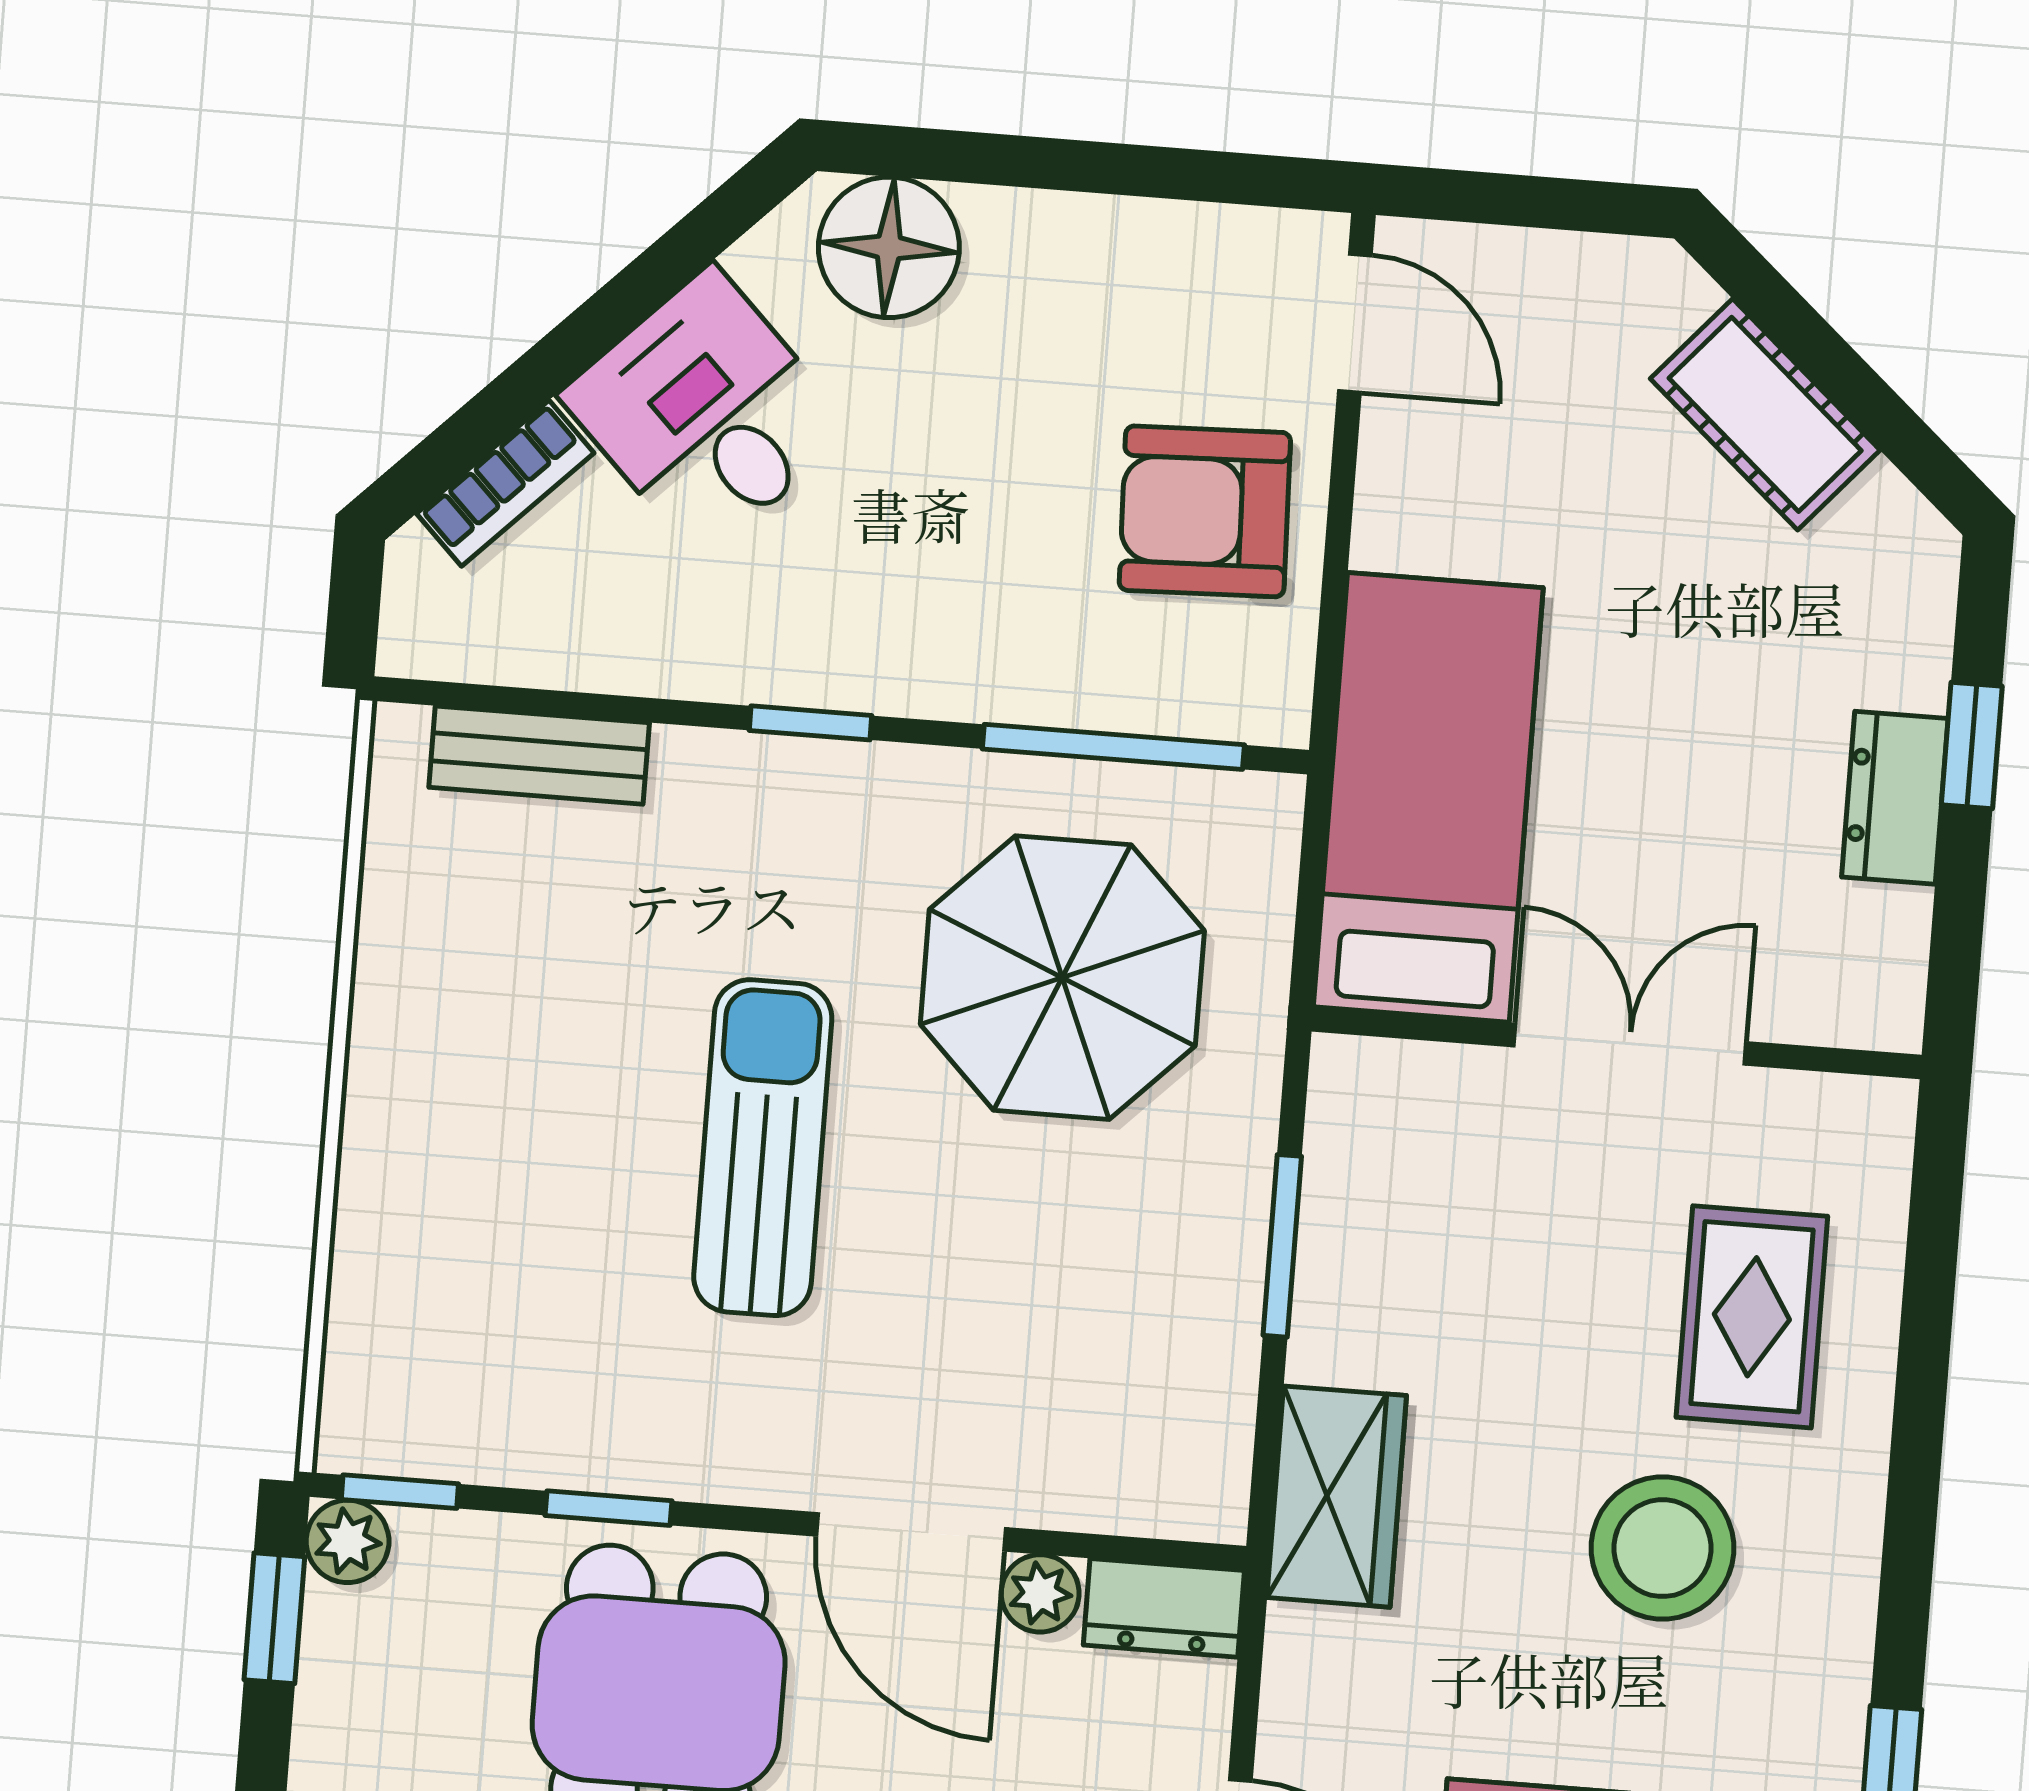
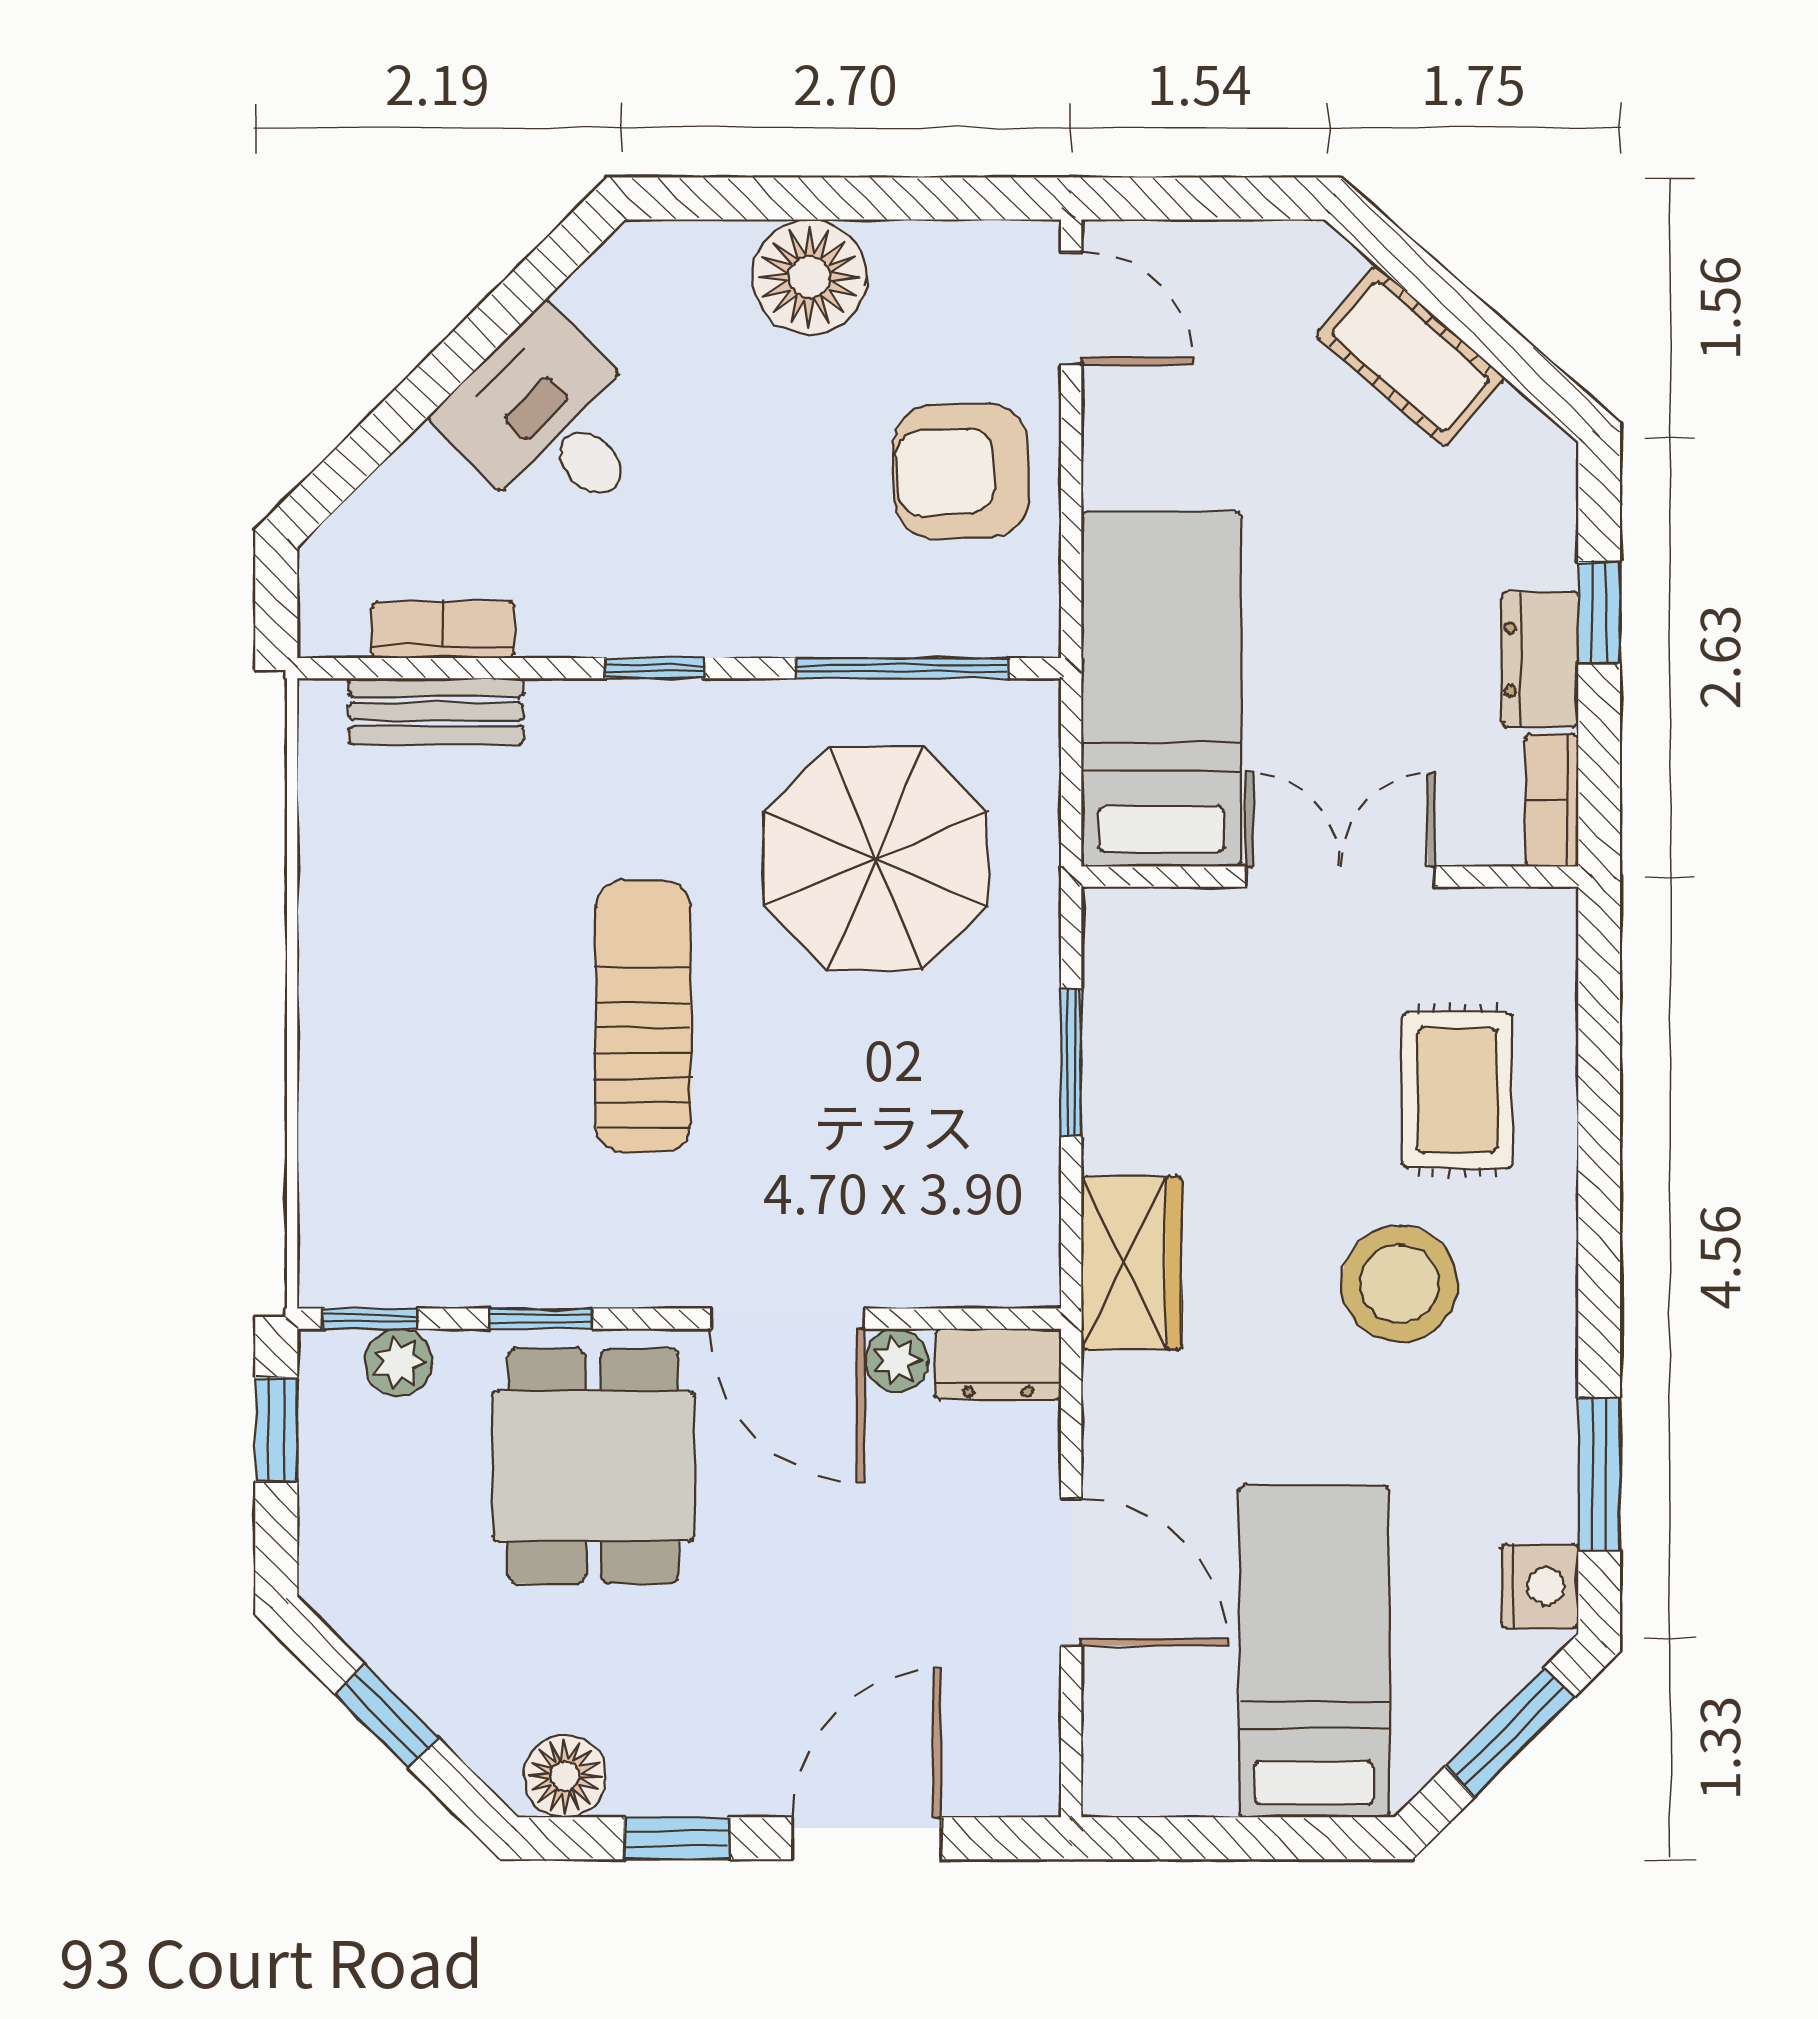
floor lamp: (889, 247) -> (809, 277), moved
bookcase: (505, 483) -> (443, 630), moved, turned -135
bookcase: (1896, 971) -> (1552, 800), added
plant: (348, 1541) -> (399, 1362), moved

